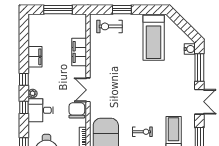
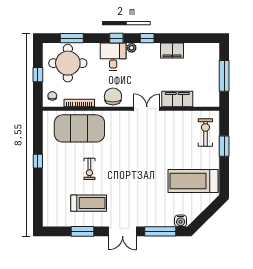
double door: (88, 90) -> (147, 109), moved
chair: (77, 110) -> (113, 96), turned -90

